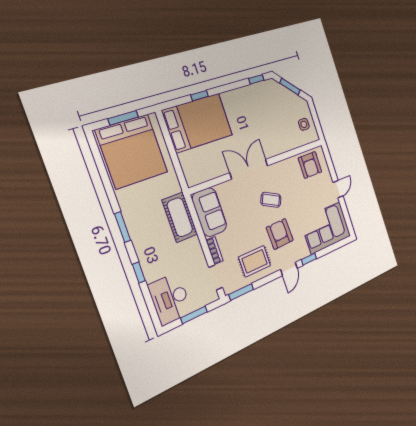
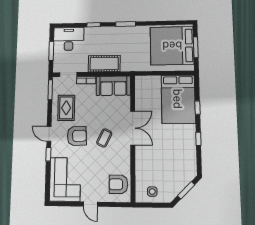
window: (256, 79) -> (198, 139), moved
cot: (180, 217) -> (104, 64), moved

